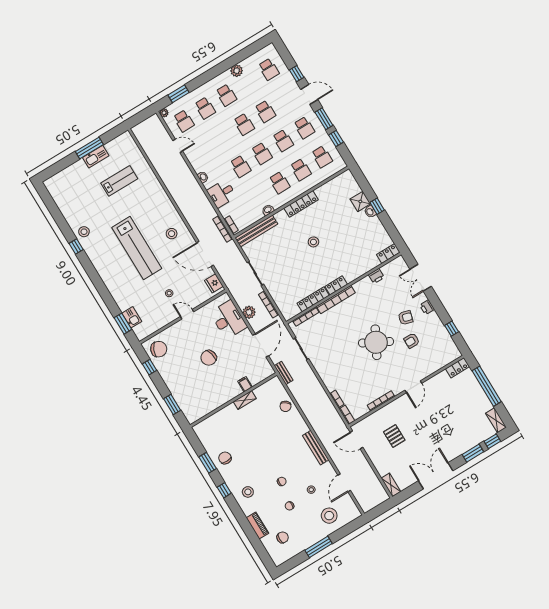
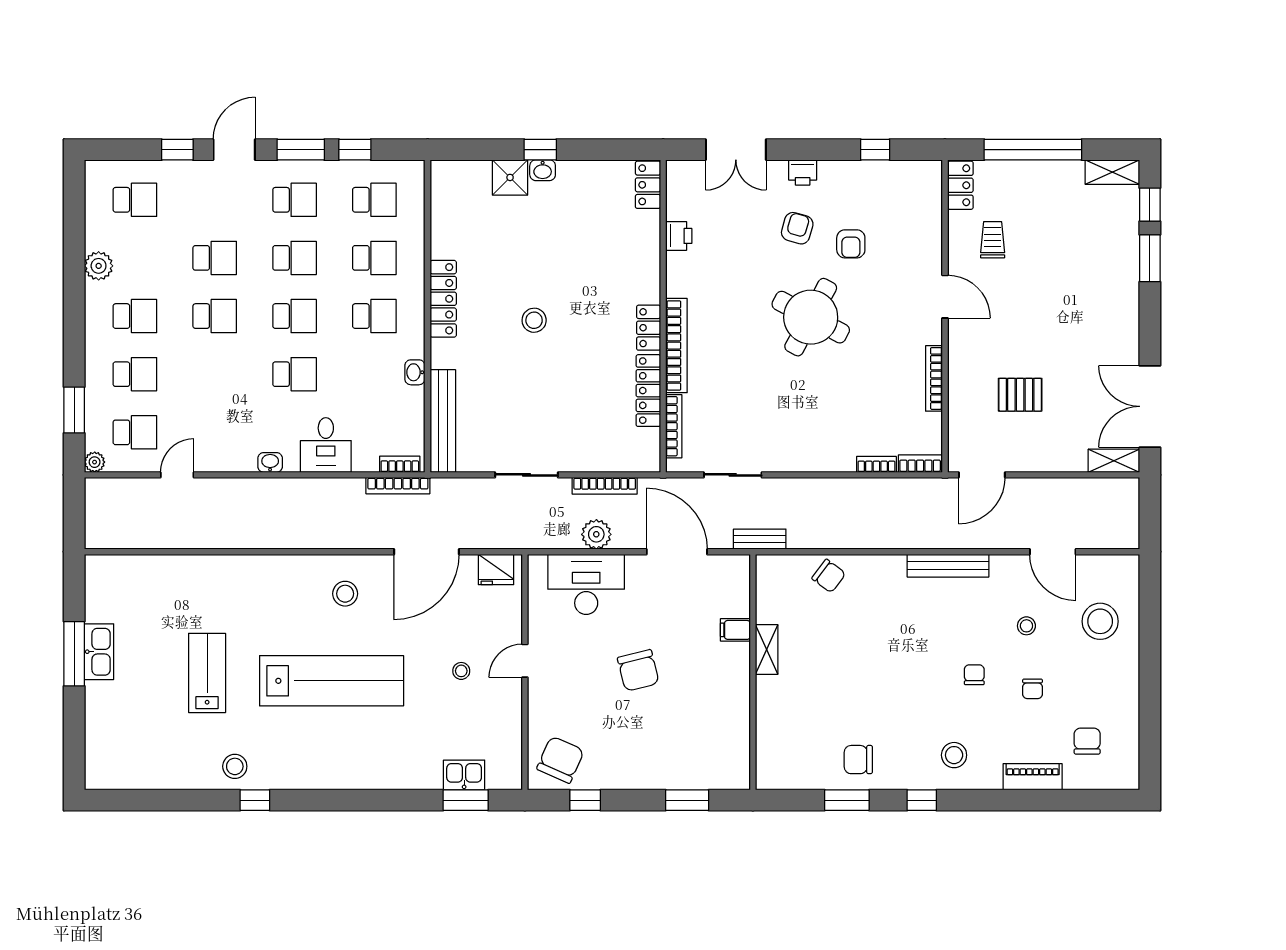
lab bench: (119, 181) -> (207, 673), moved
trolley: (445, 392) -> (993, 240), added
double door: (436, 476) -> (1150, 406), moved
window: (319, 547) -> (1150, 680), removed

